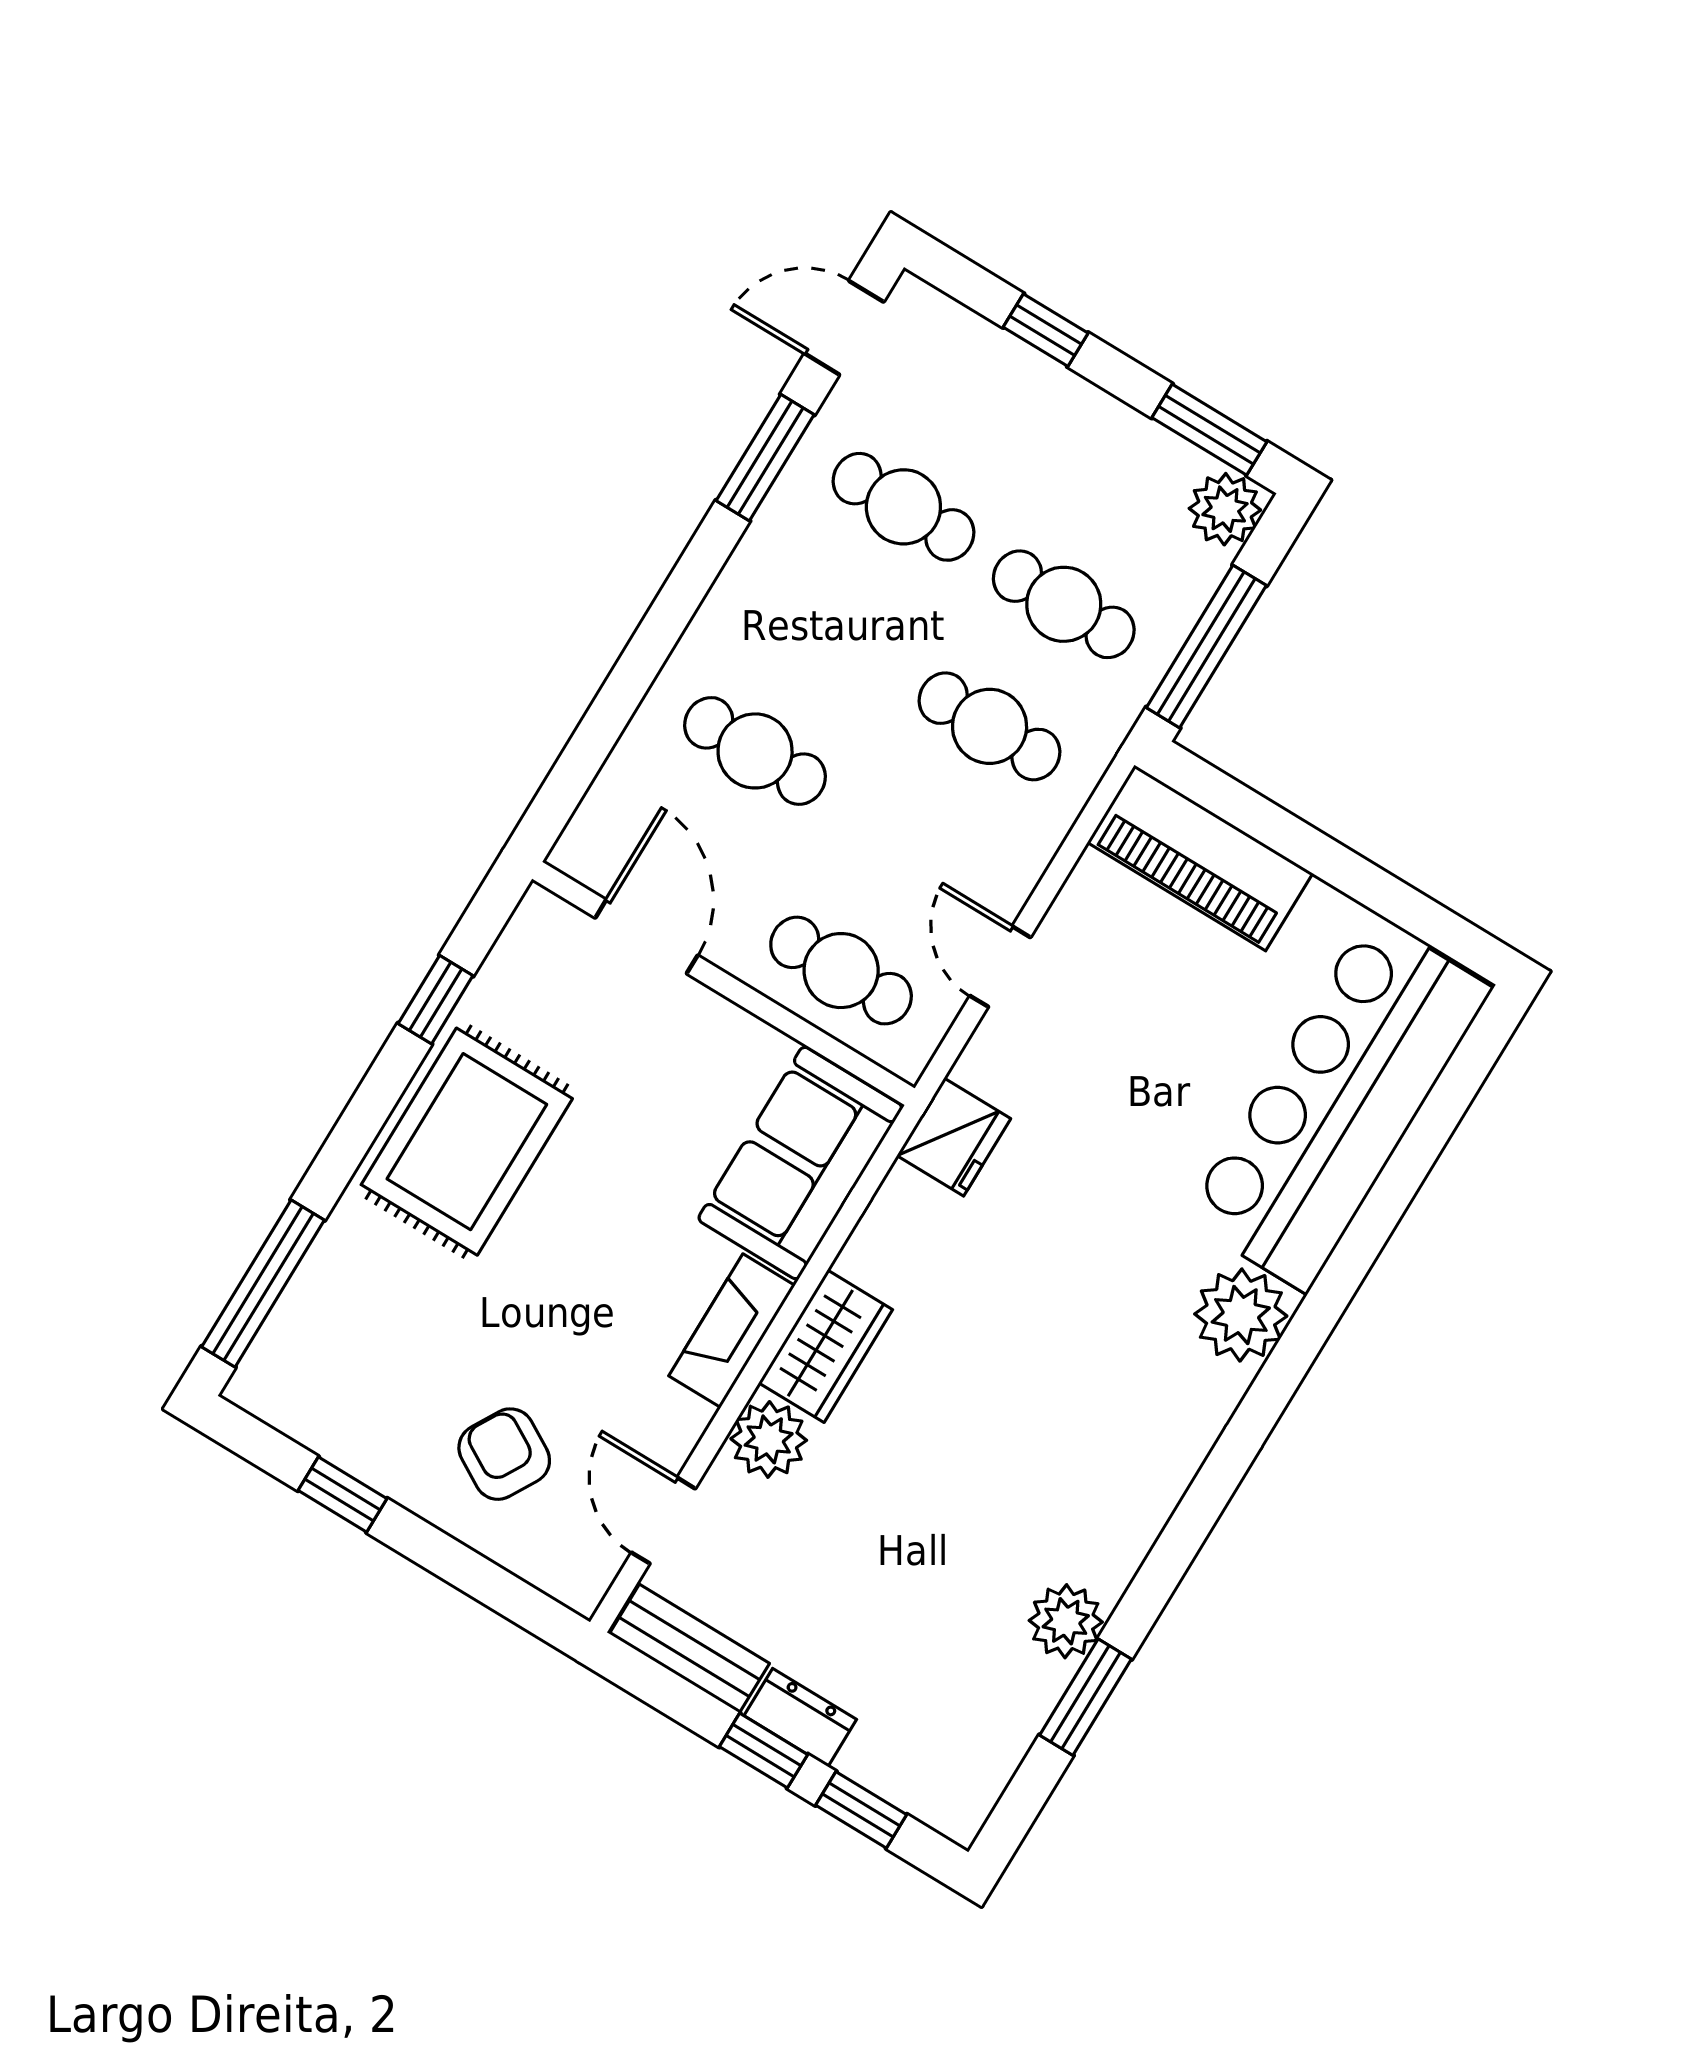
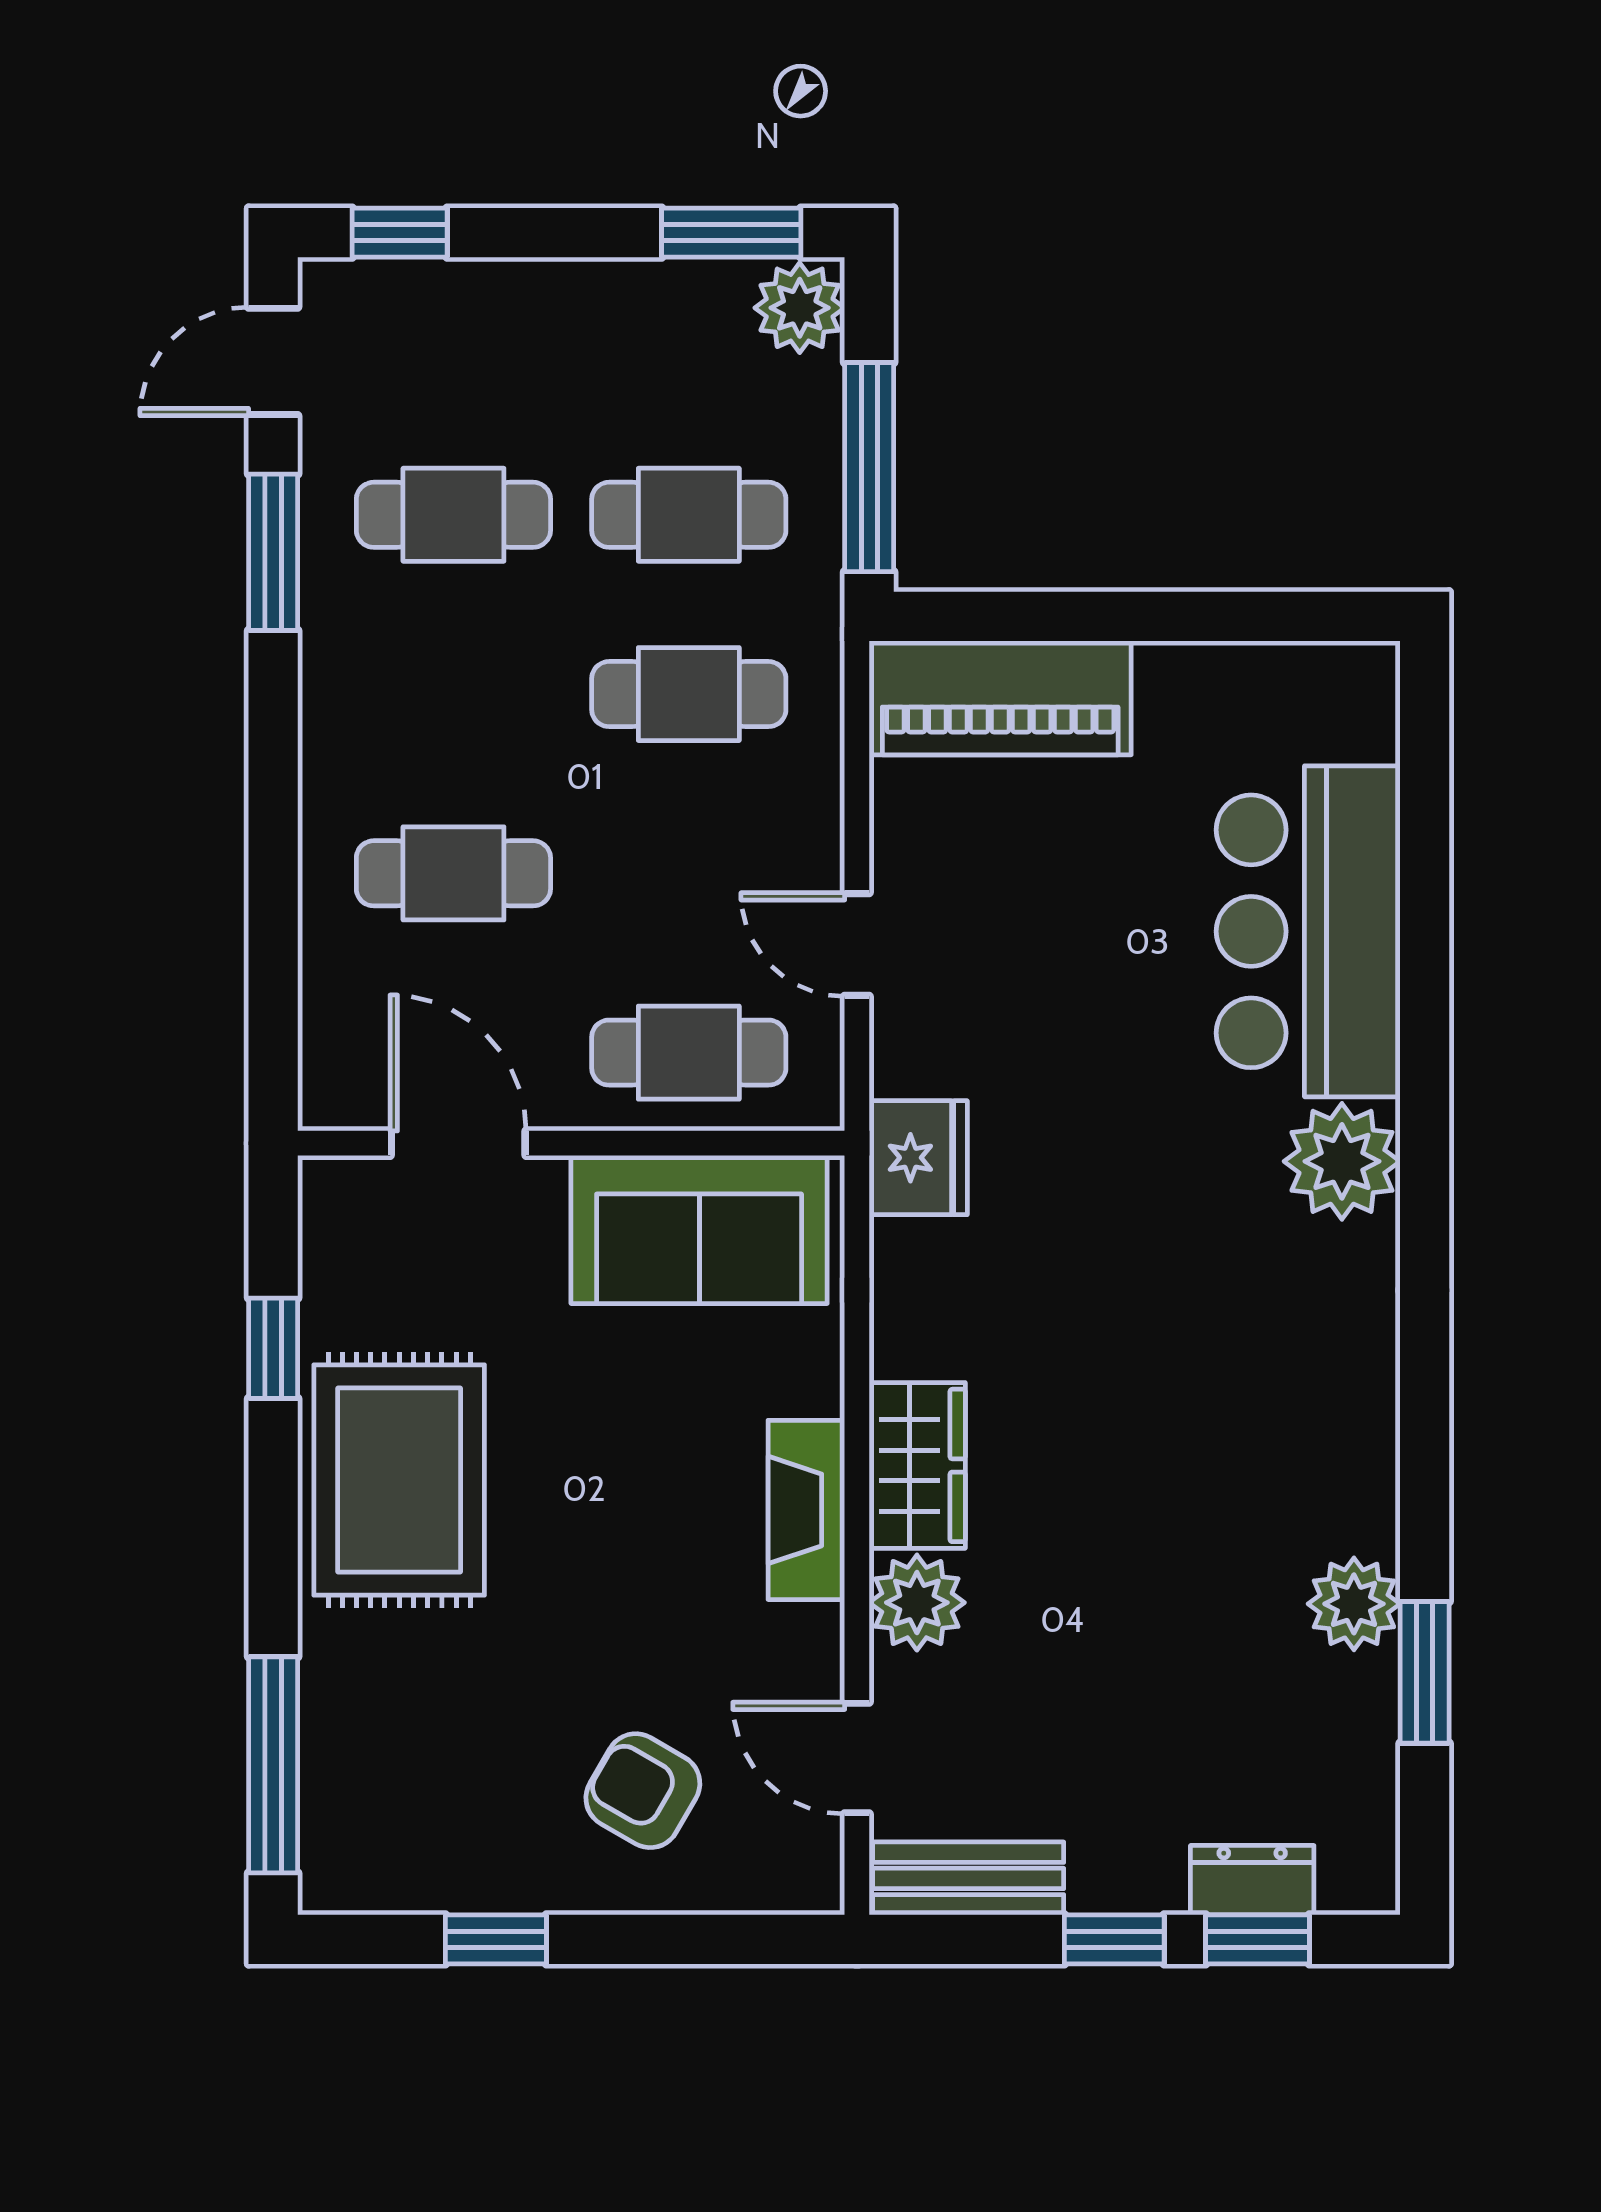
window: (1046, 330) -> (400, 233), moved
bar counter: (1338, 1103) -> (1308, 931), width x0.73
sofa: (800, 1163) -> (699, 1230), moved, turned -90
dresser: (800, 1718) -> (1252, 1880), moved

